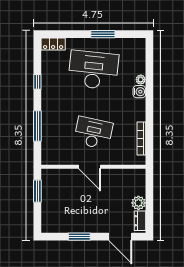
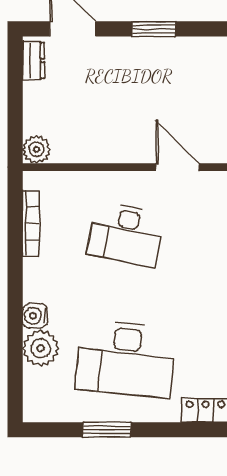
plant: (141, 80) -> (41, 348), width x1.87, depth x1.87
door: (90, 167) -> (178, 167), moved
plant: (138, 203) -> (36, 149), moved

